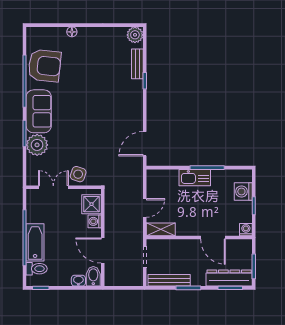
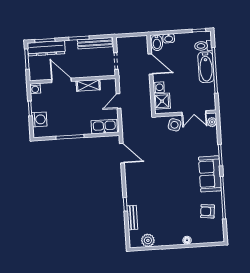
plant: (135, 35) -> (148, 240), moved
armchair: (44, 66) -> (208, 211), width x0.53, depth x0.53
door: (145, 144) -> (122, 153), hinge flipped
plant: (37, 145) -> (212, 122), moved, width x0.53, depth x0.53
kitchen sink: (195, 178) -> (104, 127), moved
shelving: (161, 229) -> (88, 85), moved

